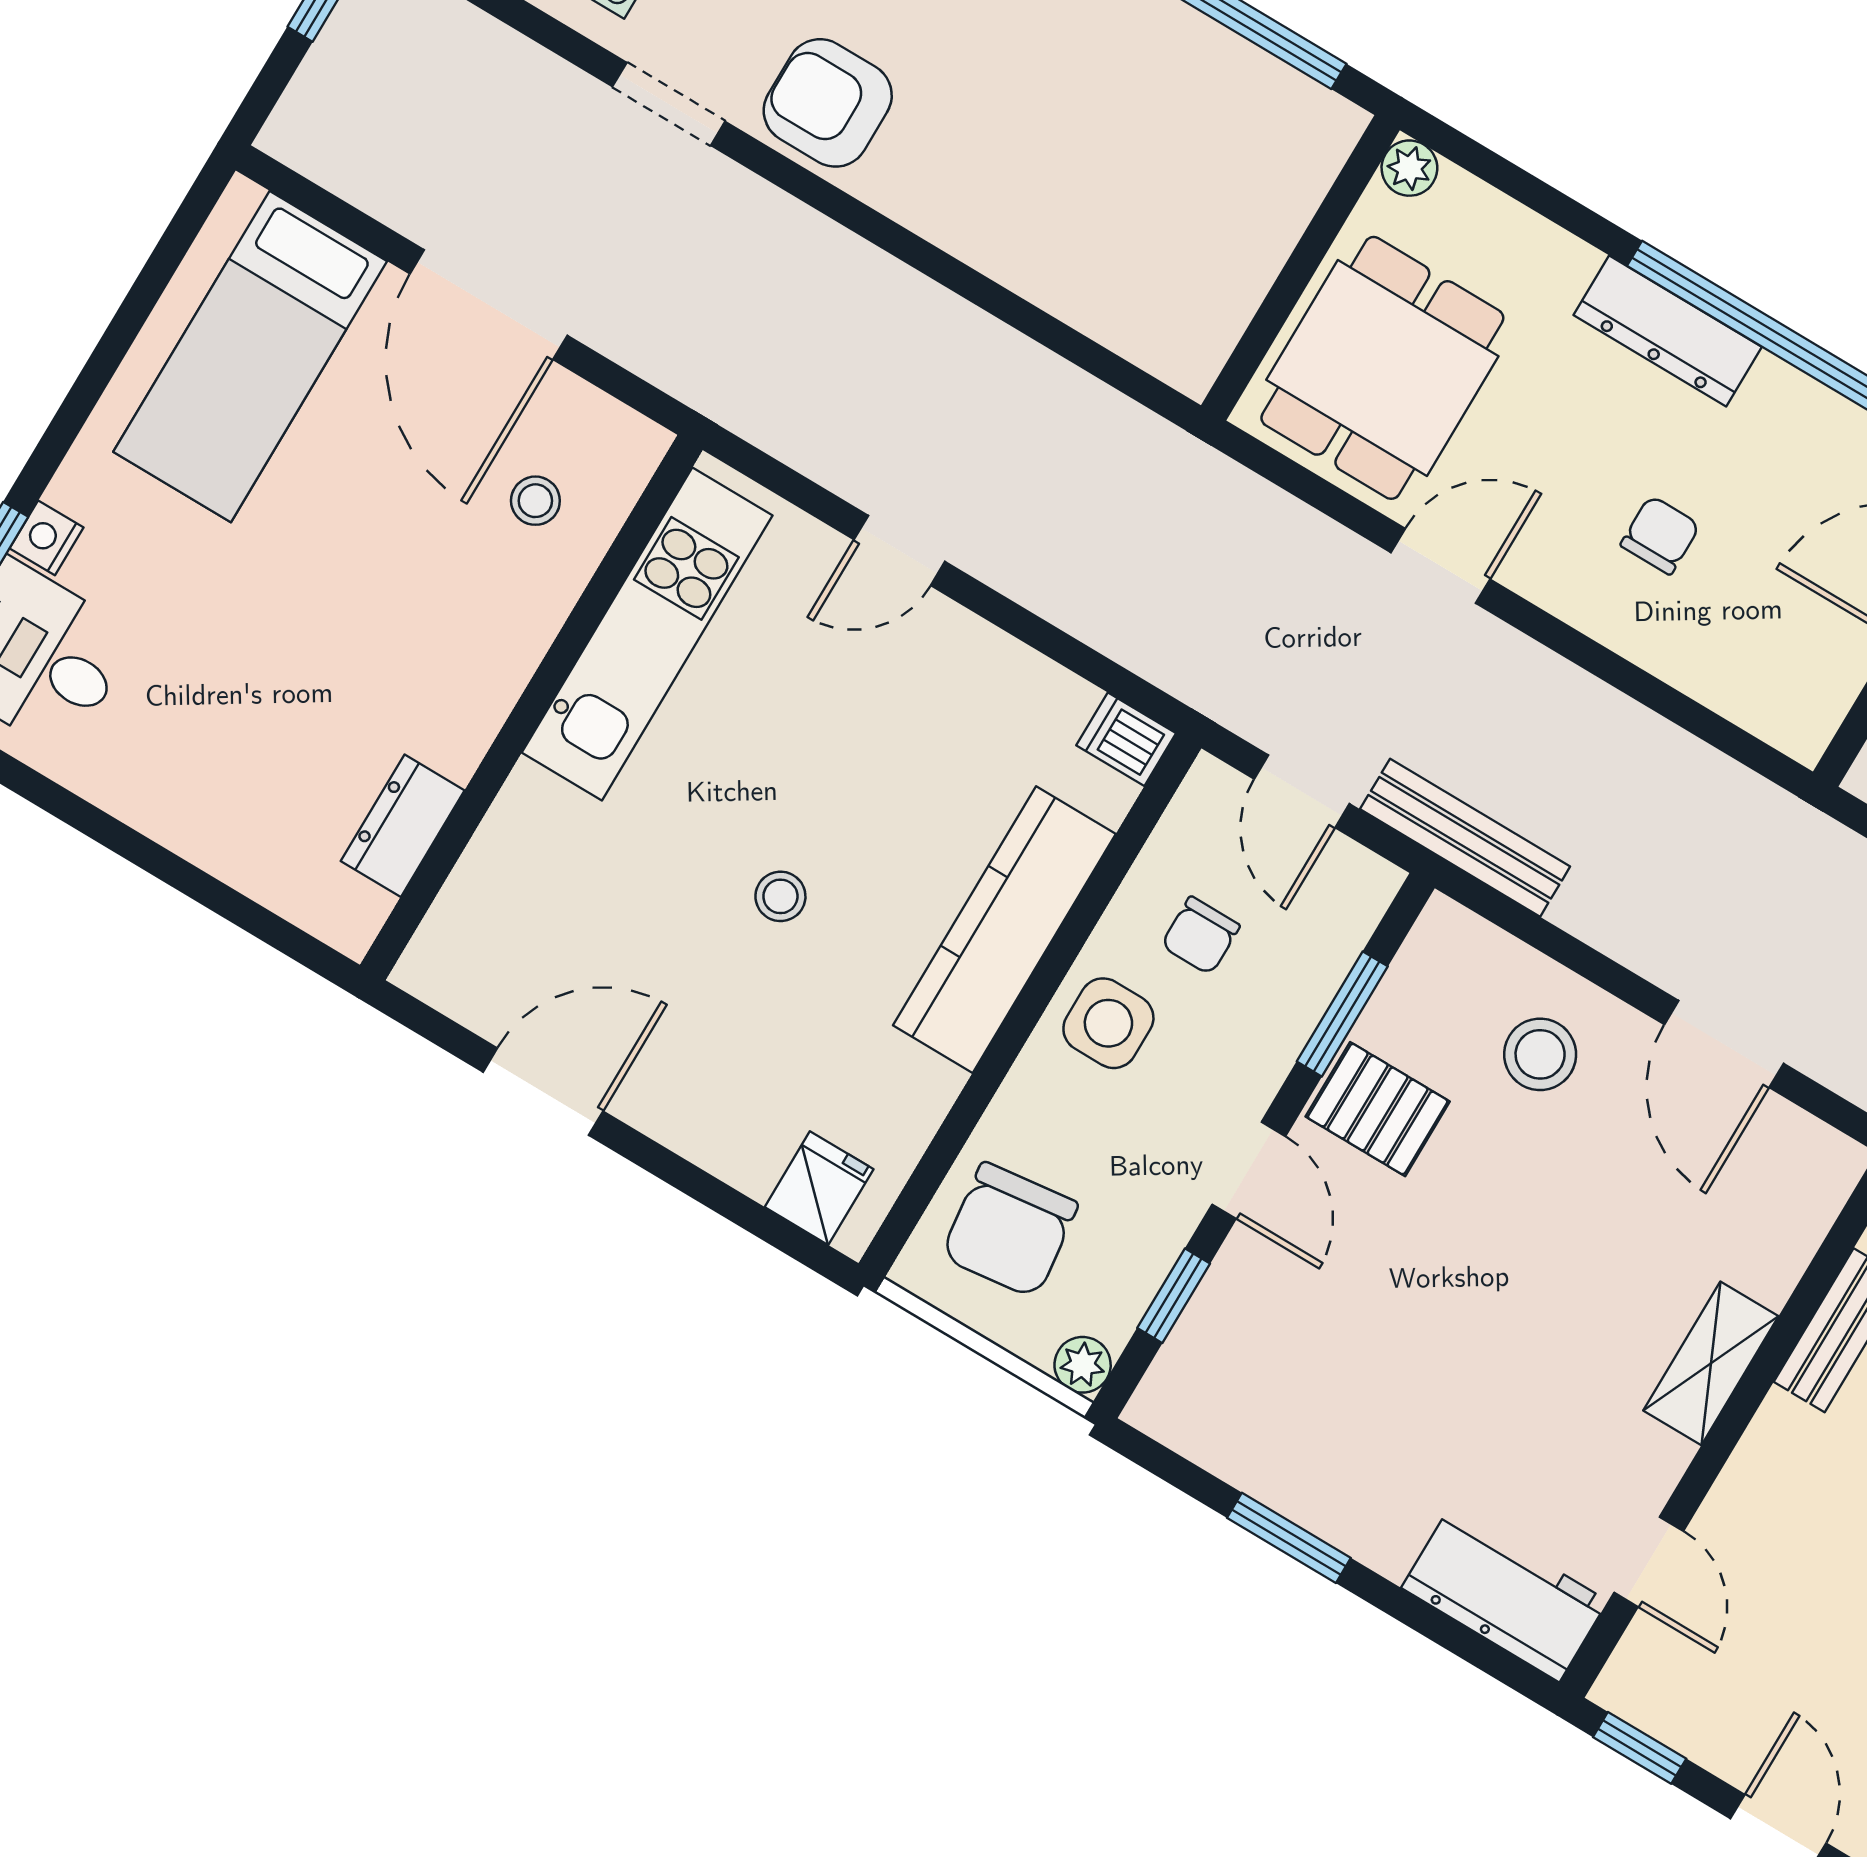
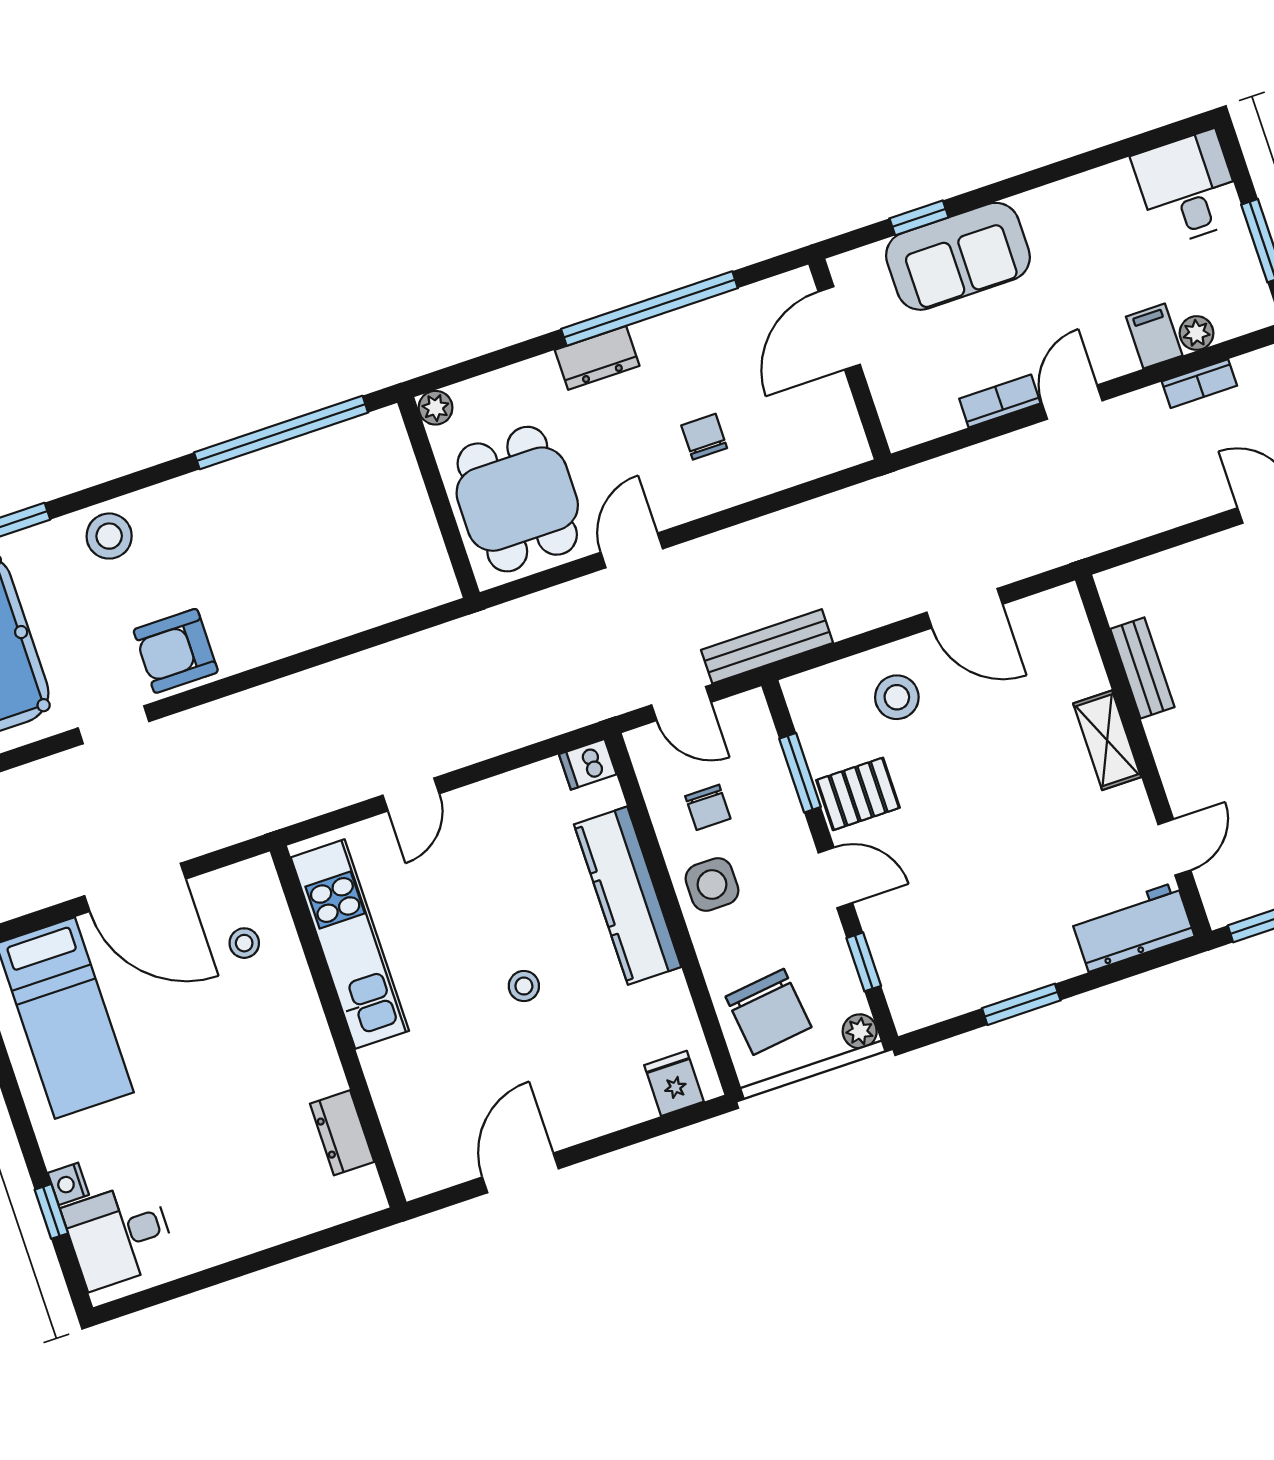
dresser: (1668, 331) -> (597, 358), width x0.70
door: (1649, 1562) -> (1174, 847), hinge flipped

